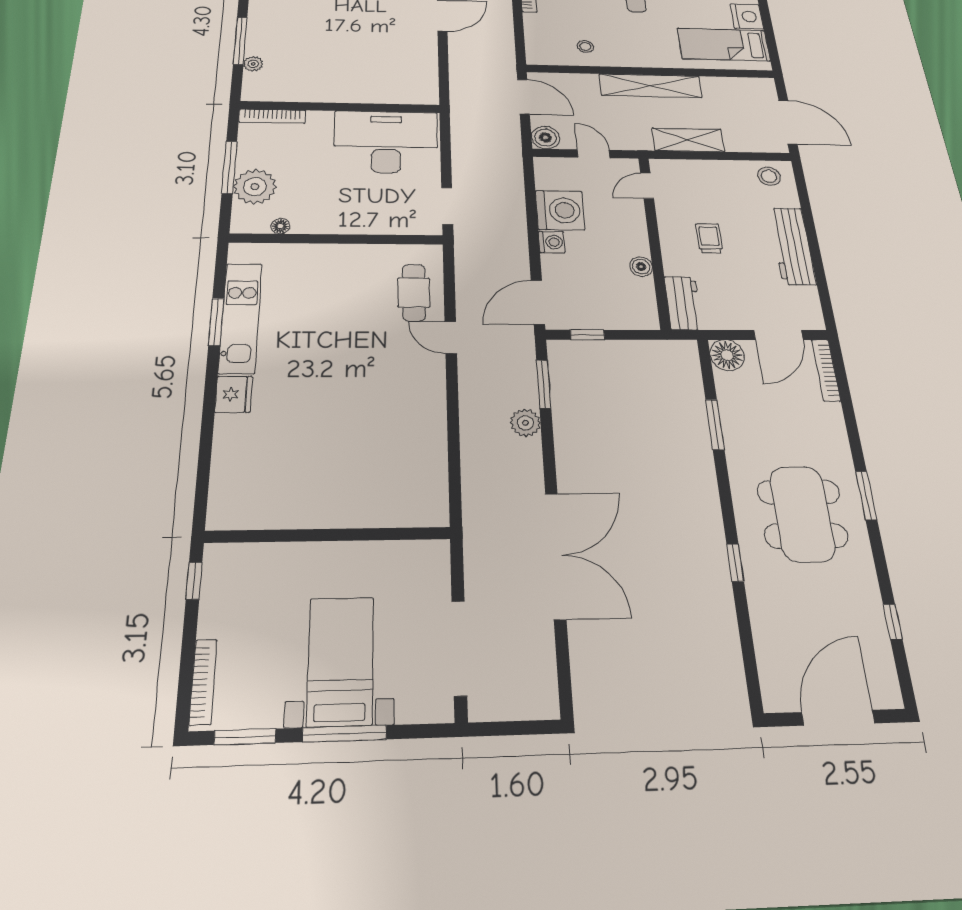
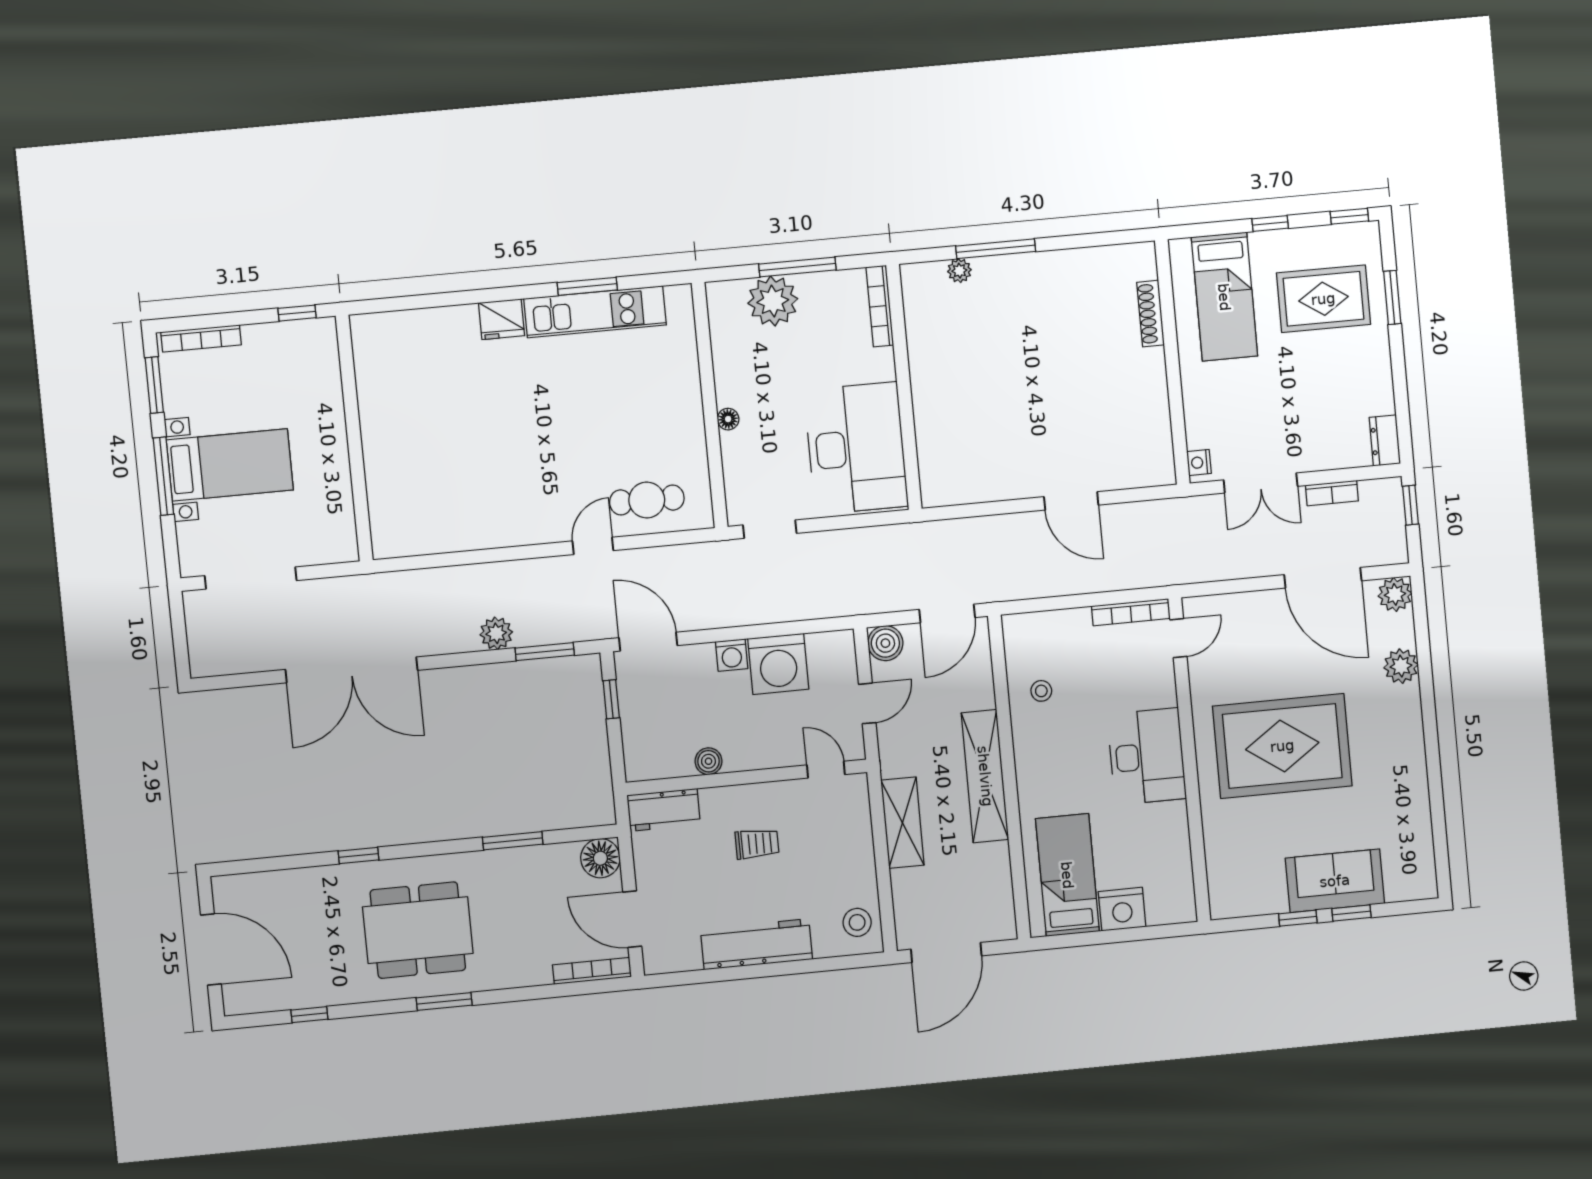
floor lamp: (280, 226) -> (728, 419), moved

